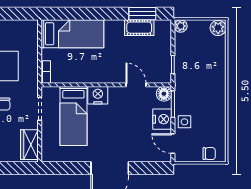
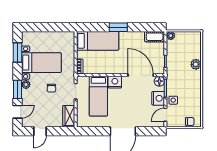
window: (142, 14) -> (118, 27), moved
cot: (139, 28) -> (155, 37), moved
plant: (218, 28) -> (196, 64), moved
door: (136, 85) -> (141, 75), width x1.87
door: (173, 143) -> (165, 115), hinge flipped

